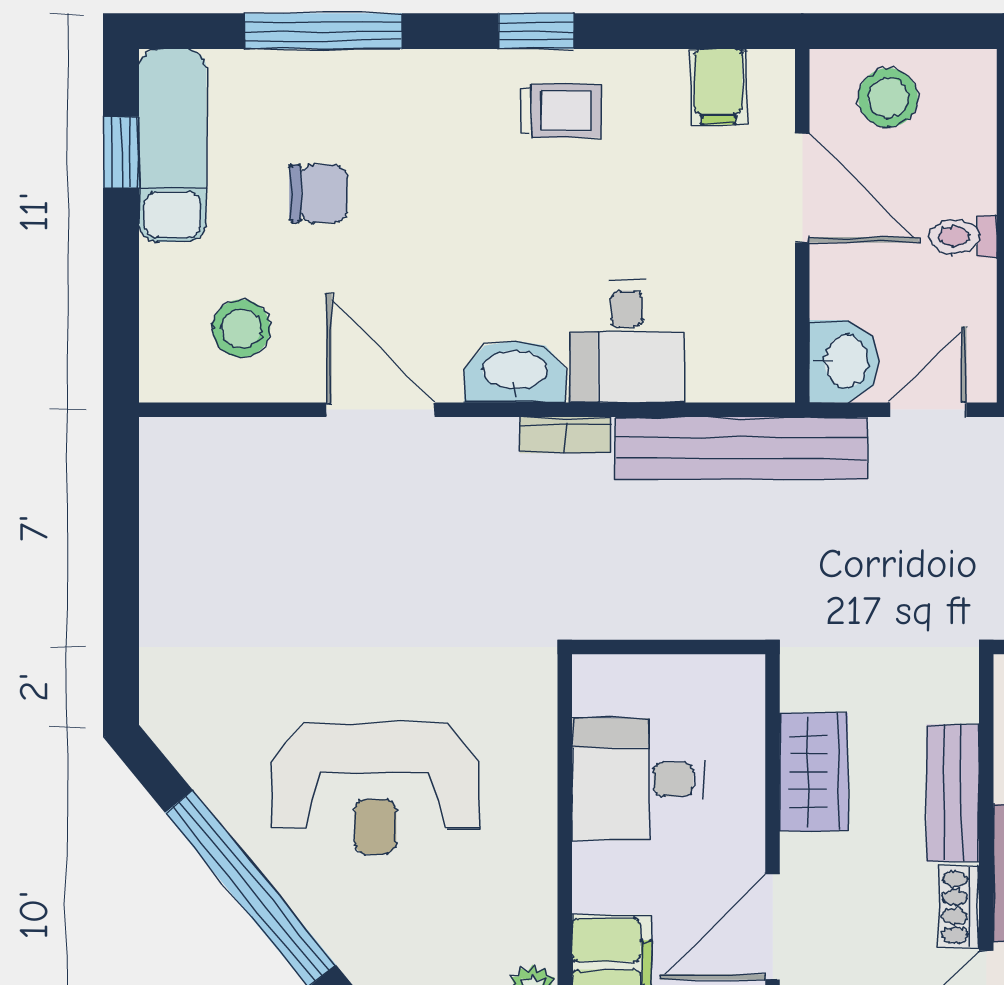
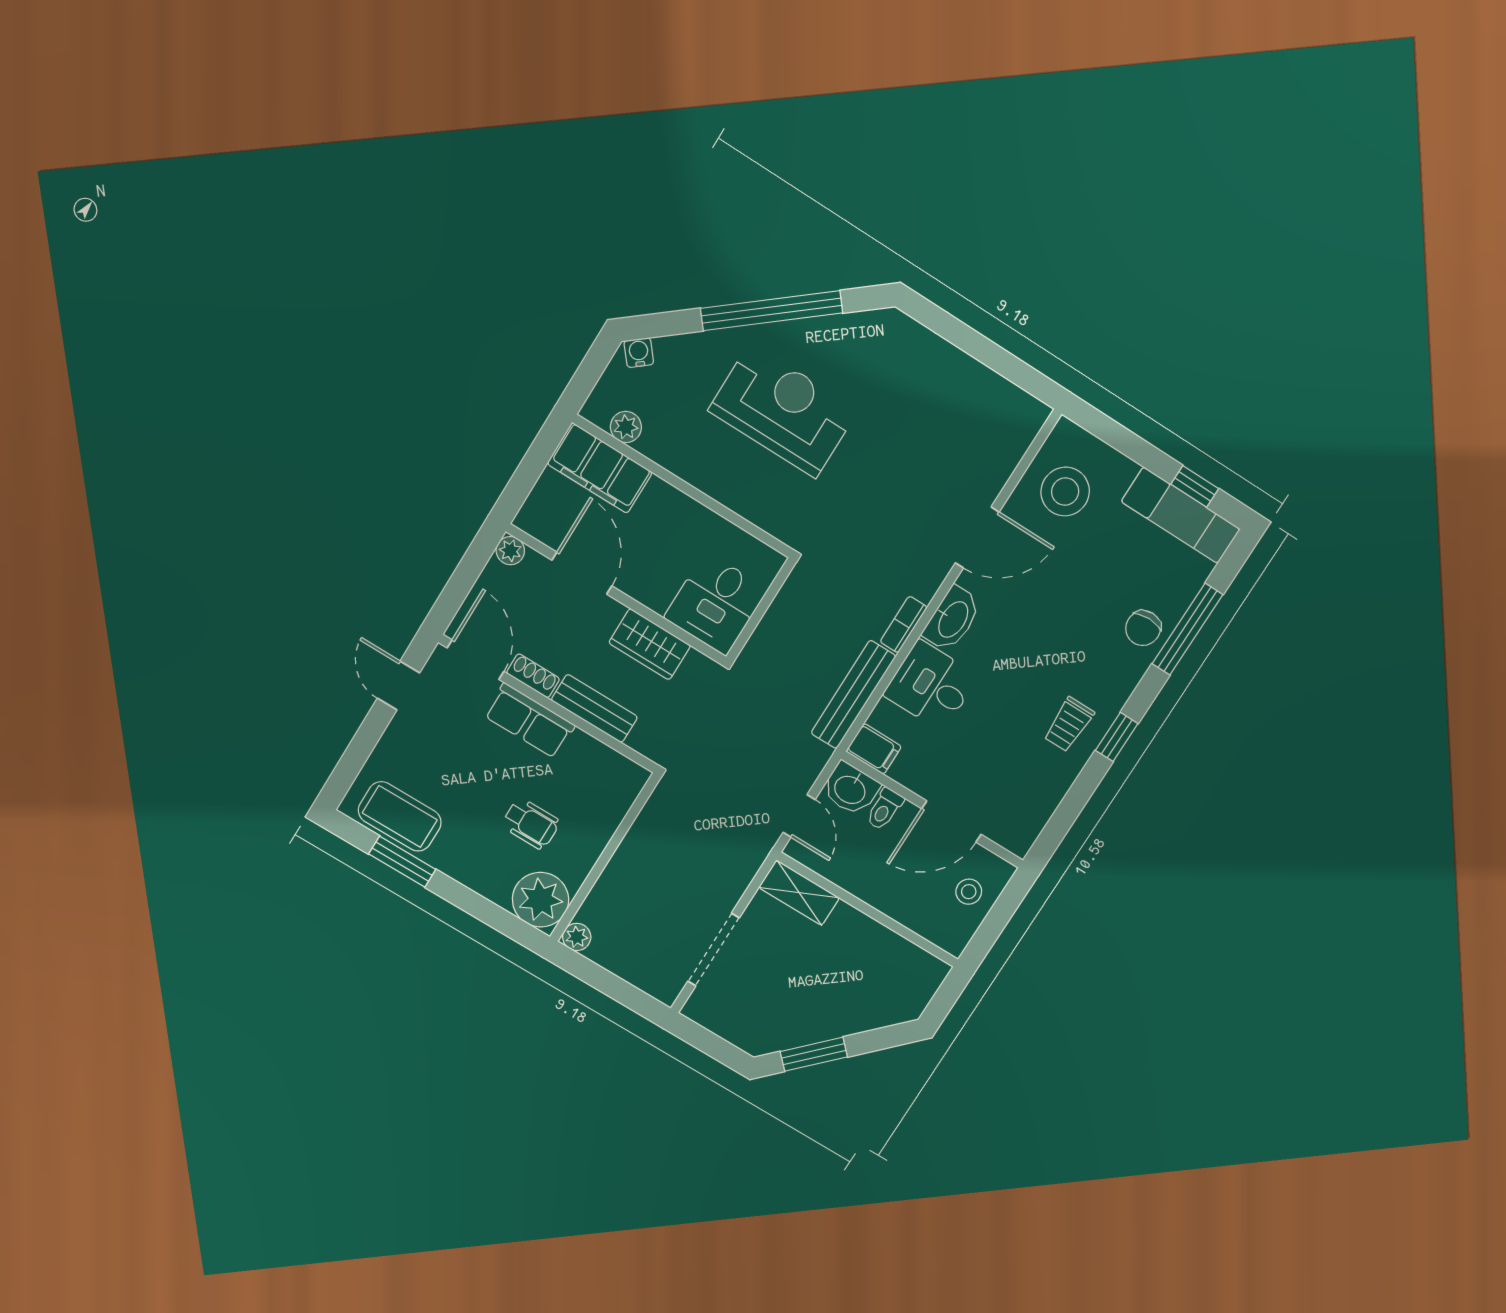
filing cabinet: (718, 87) -> (874, 749), moved, turned 180
stool: (888, 98) -> (969, 892), width x0.73, depth x0.73
chair: (318, 194) -> (1143, 628), moved
toilet: (963, 236) -> (885, 809), moved, turned 180
stool: (241, 328) -> (1065, 492), width x1.38, depth x1.38
bench: (741, 448) -> (853, 695), width x0.73, depth x0.82
desk: (638, 779) -> (716, 604), moved, turned 180
reception desk: (375, 789) -> (783, 410), turned 90

